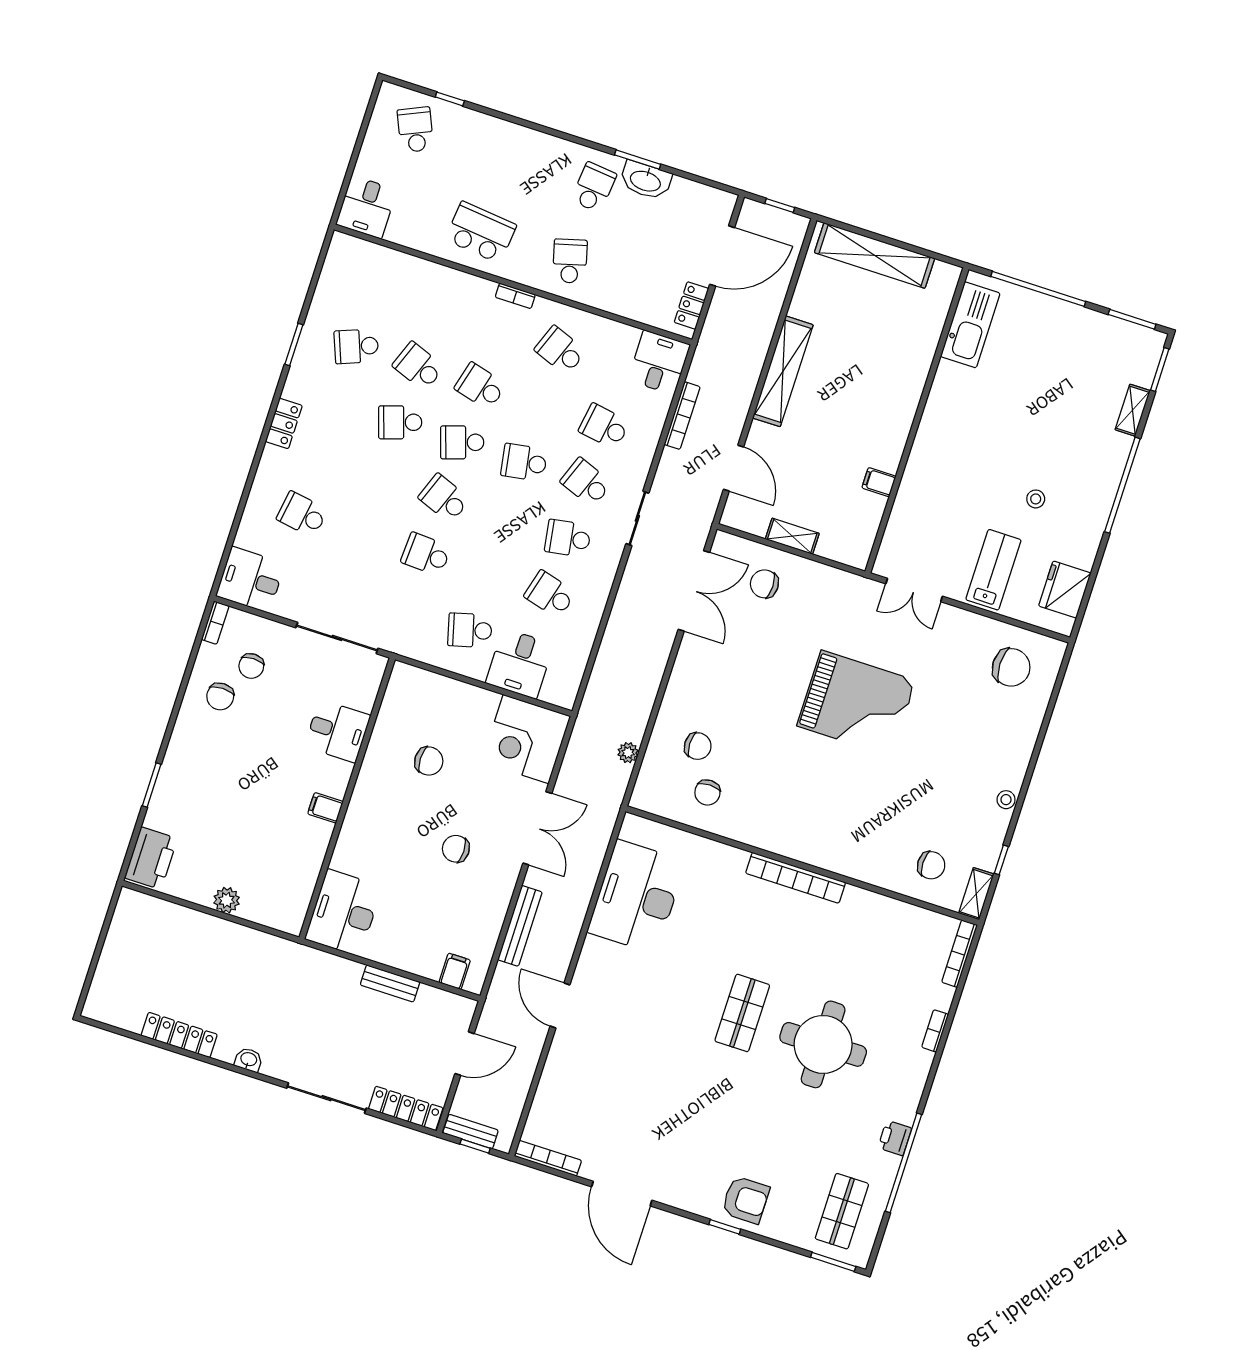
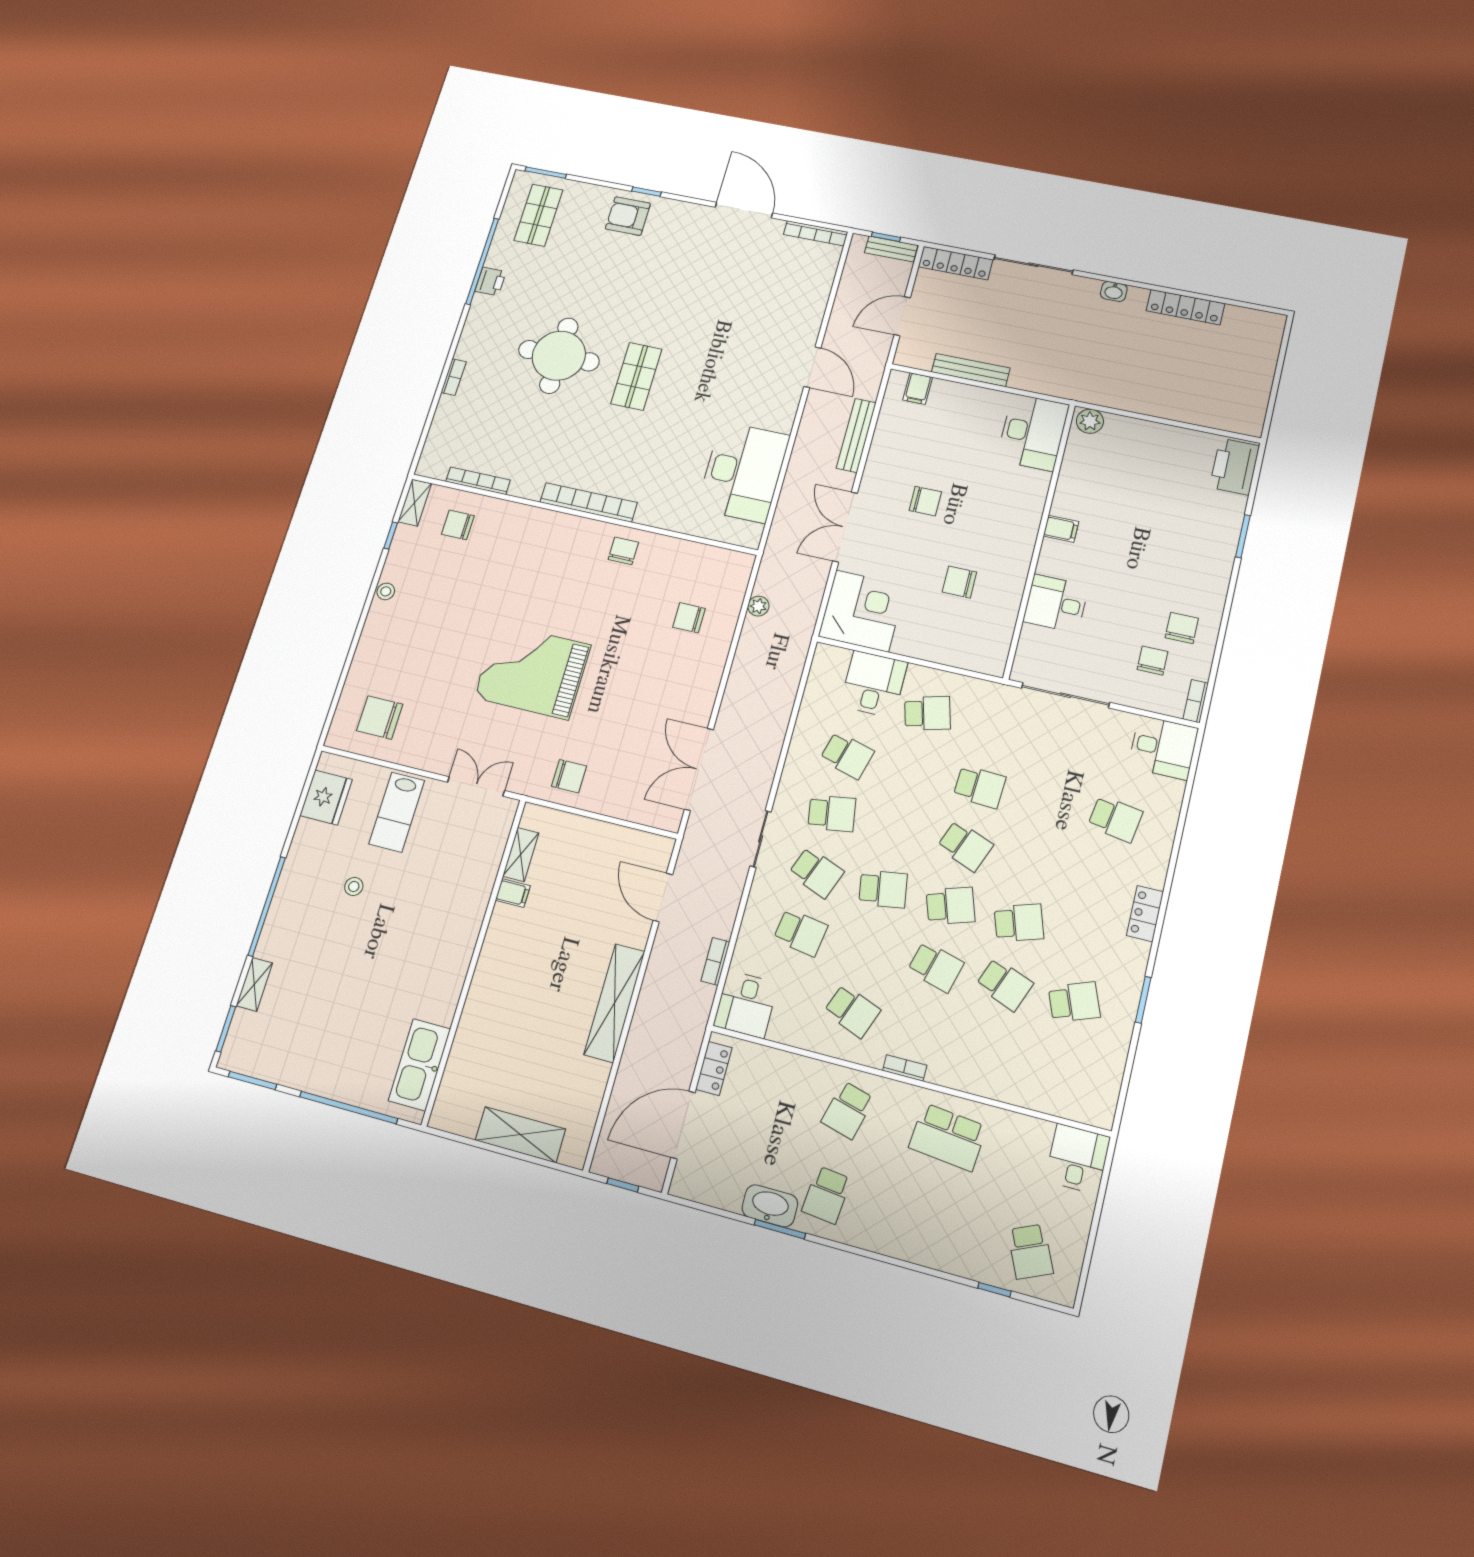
shelving: (875, 255) -> (520, 1135), width x0.68
school desk: (570, 261) -> (848, 1110), turned 30
bookcase: (682, 416) -> (715, 961), width x0.64
shelving: (792, 536) -> (521, 855), moved, turned 90
chair: (764, 584) -> (569, 776), moved
chair: (707, 793) -> (623, 551), moved
plant: (227, 900) -> (1090, 421), moved
bookcase: (960, 954) -> (478, 481), moved, turned -90
bench: (390, 983) -> (971, 370), width x1.36

